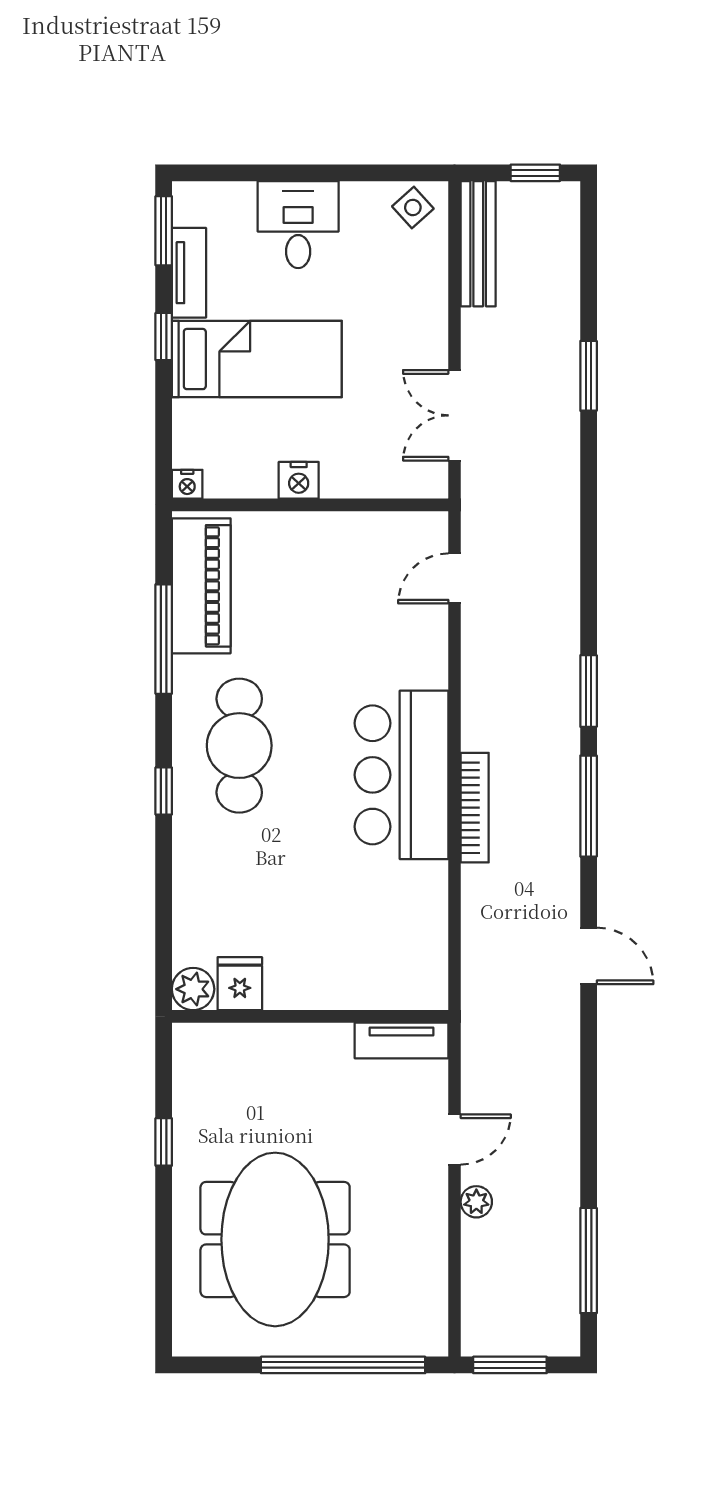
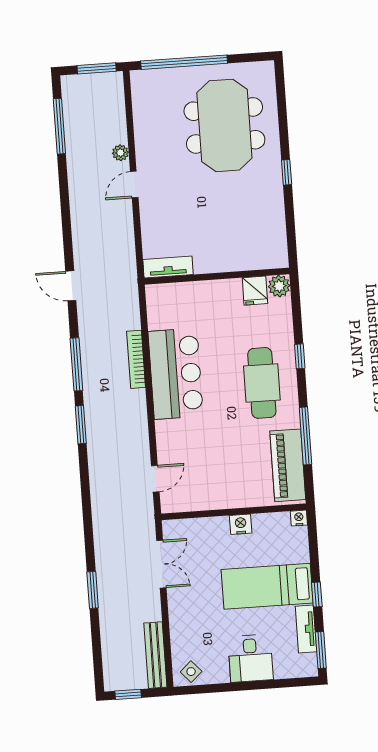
fridge: (240, 984) -> (255, 291), moved
plant: (193, 989) -> (279, 286), moved
wall: (310, 1016) -> (217, 276), moved
tv unit: (401, 1040) -> (168, 267), moved

